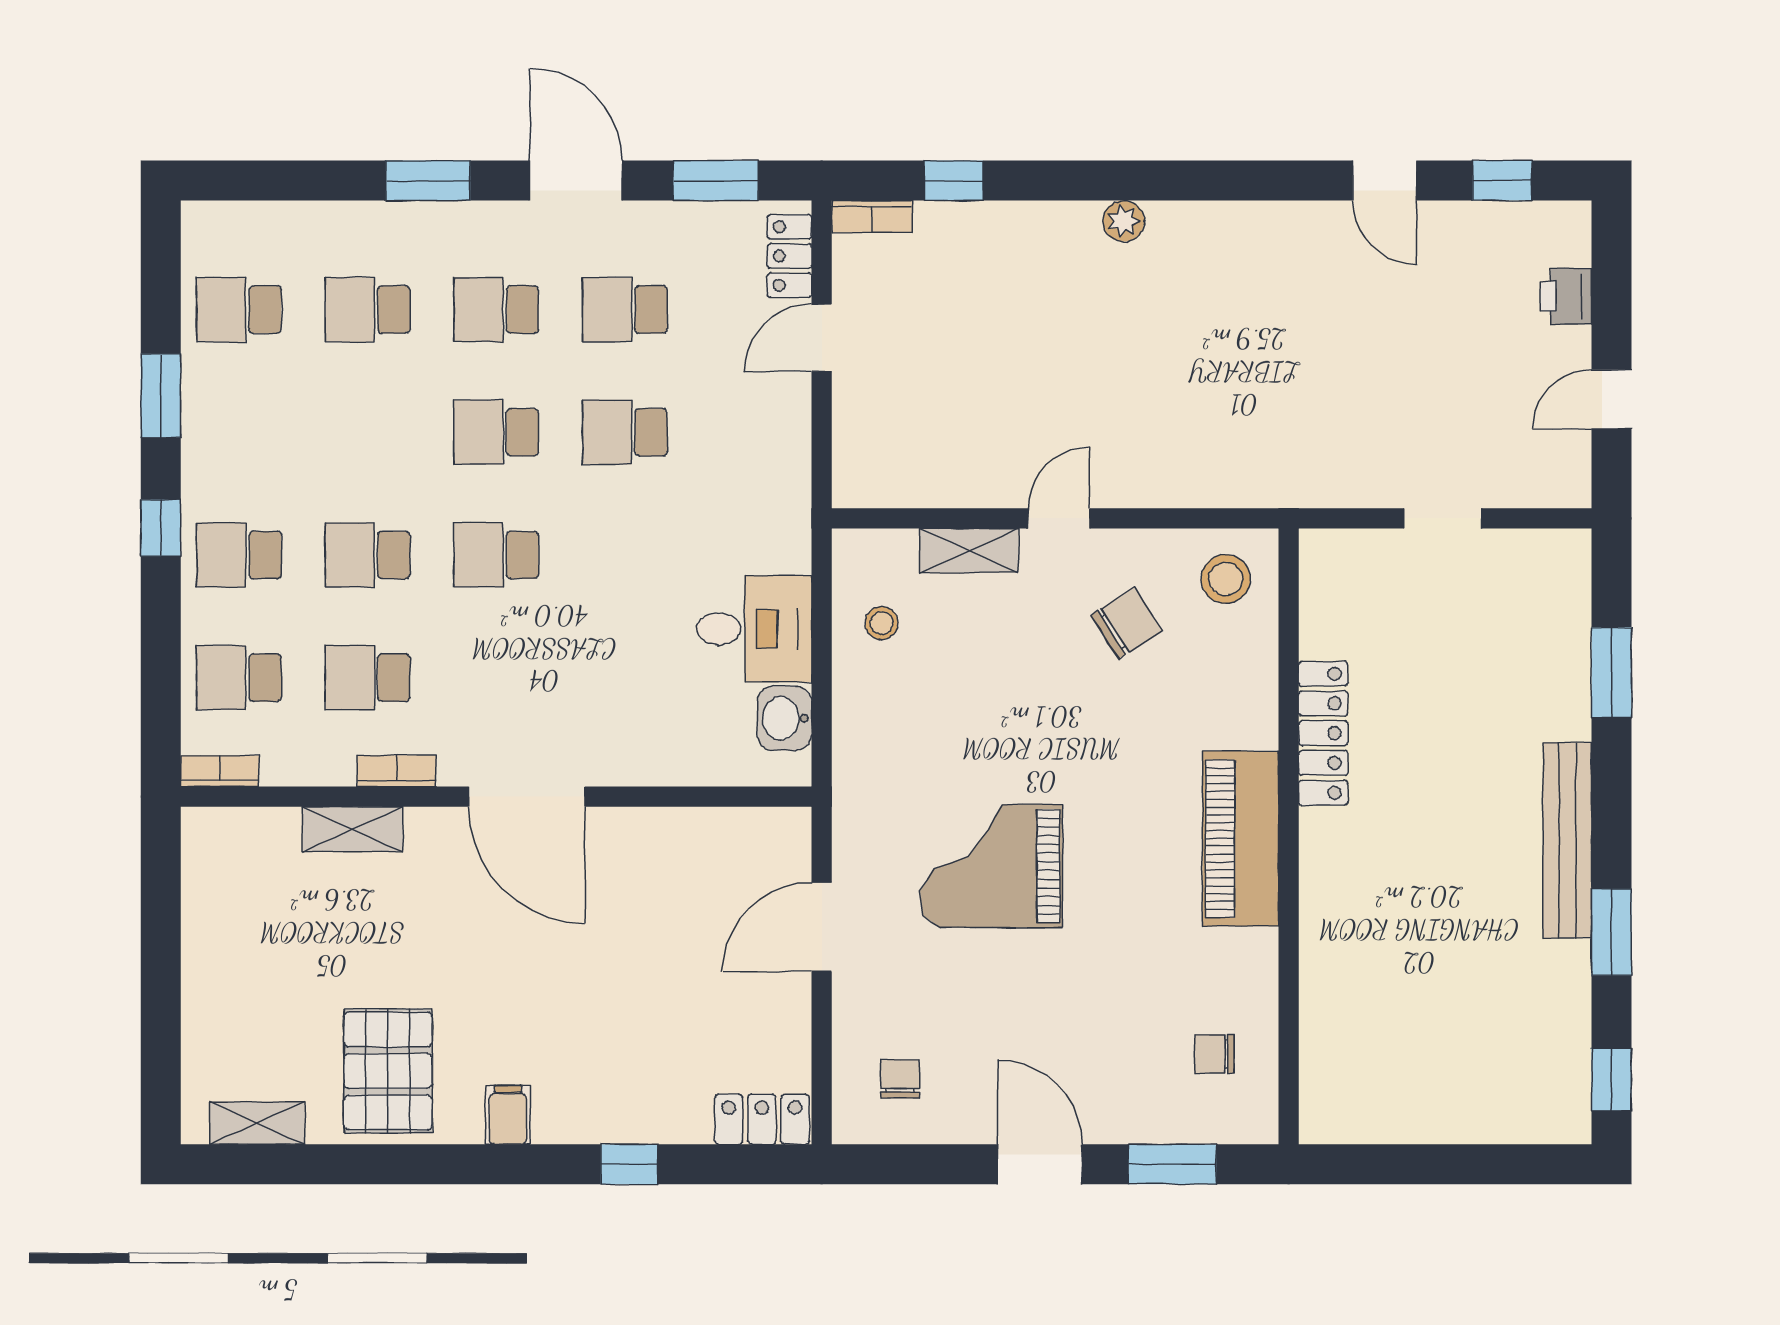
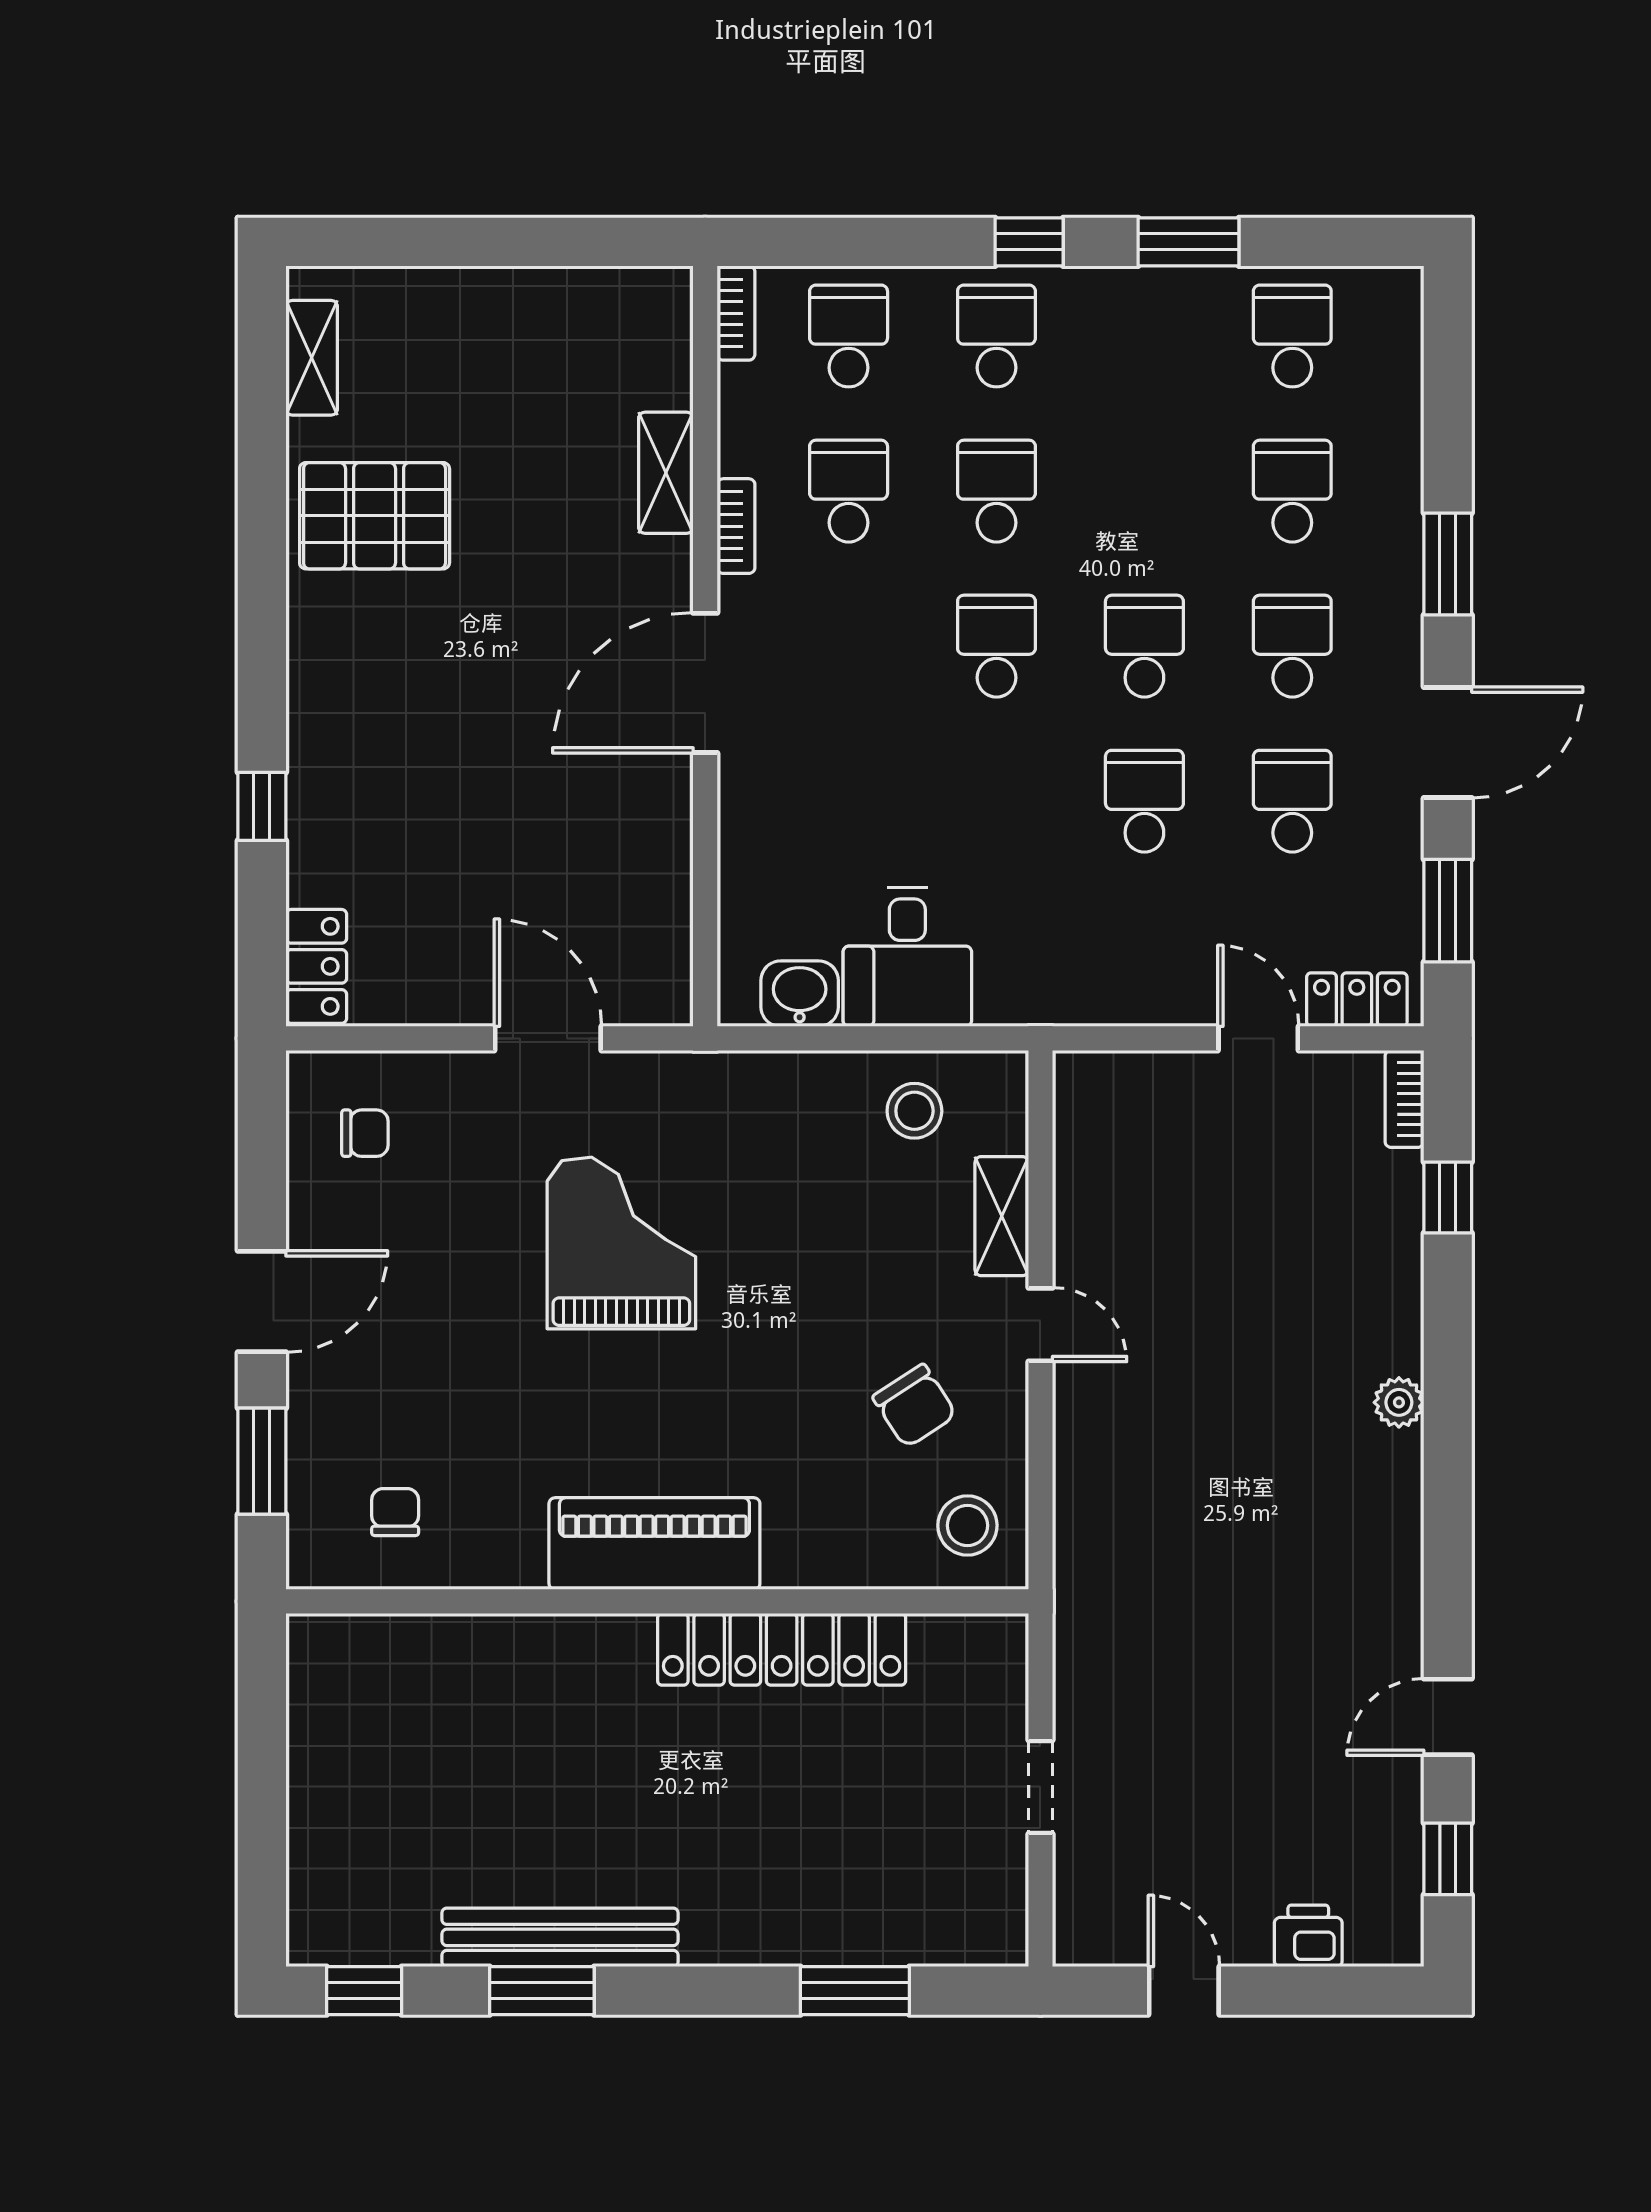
stool: (882, 623) -> (914, 1111), width x1.37, depth x1.37
locker: (1323, 733) -> (782, 1649), width x1.41, depth x1.21
bench: (1567, 840) -> (560, 1937), moved
filing cabinet: (508, 1115) -> (321, 660), removed

